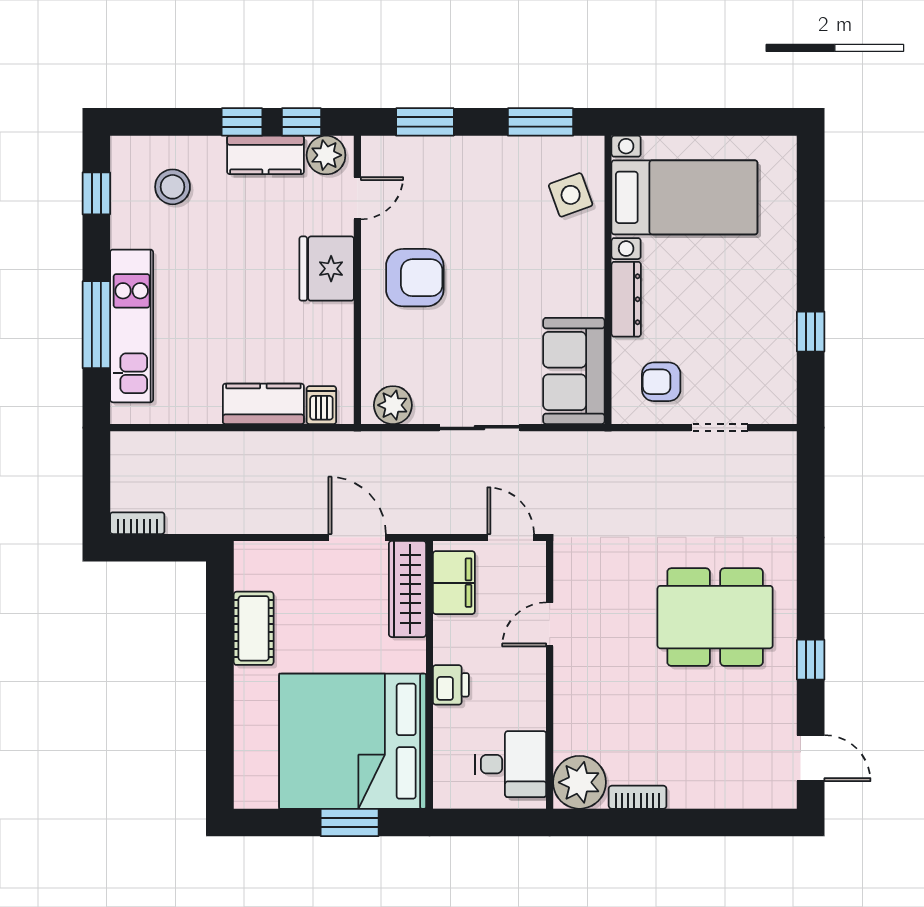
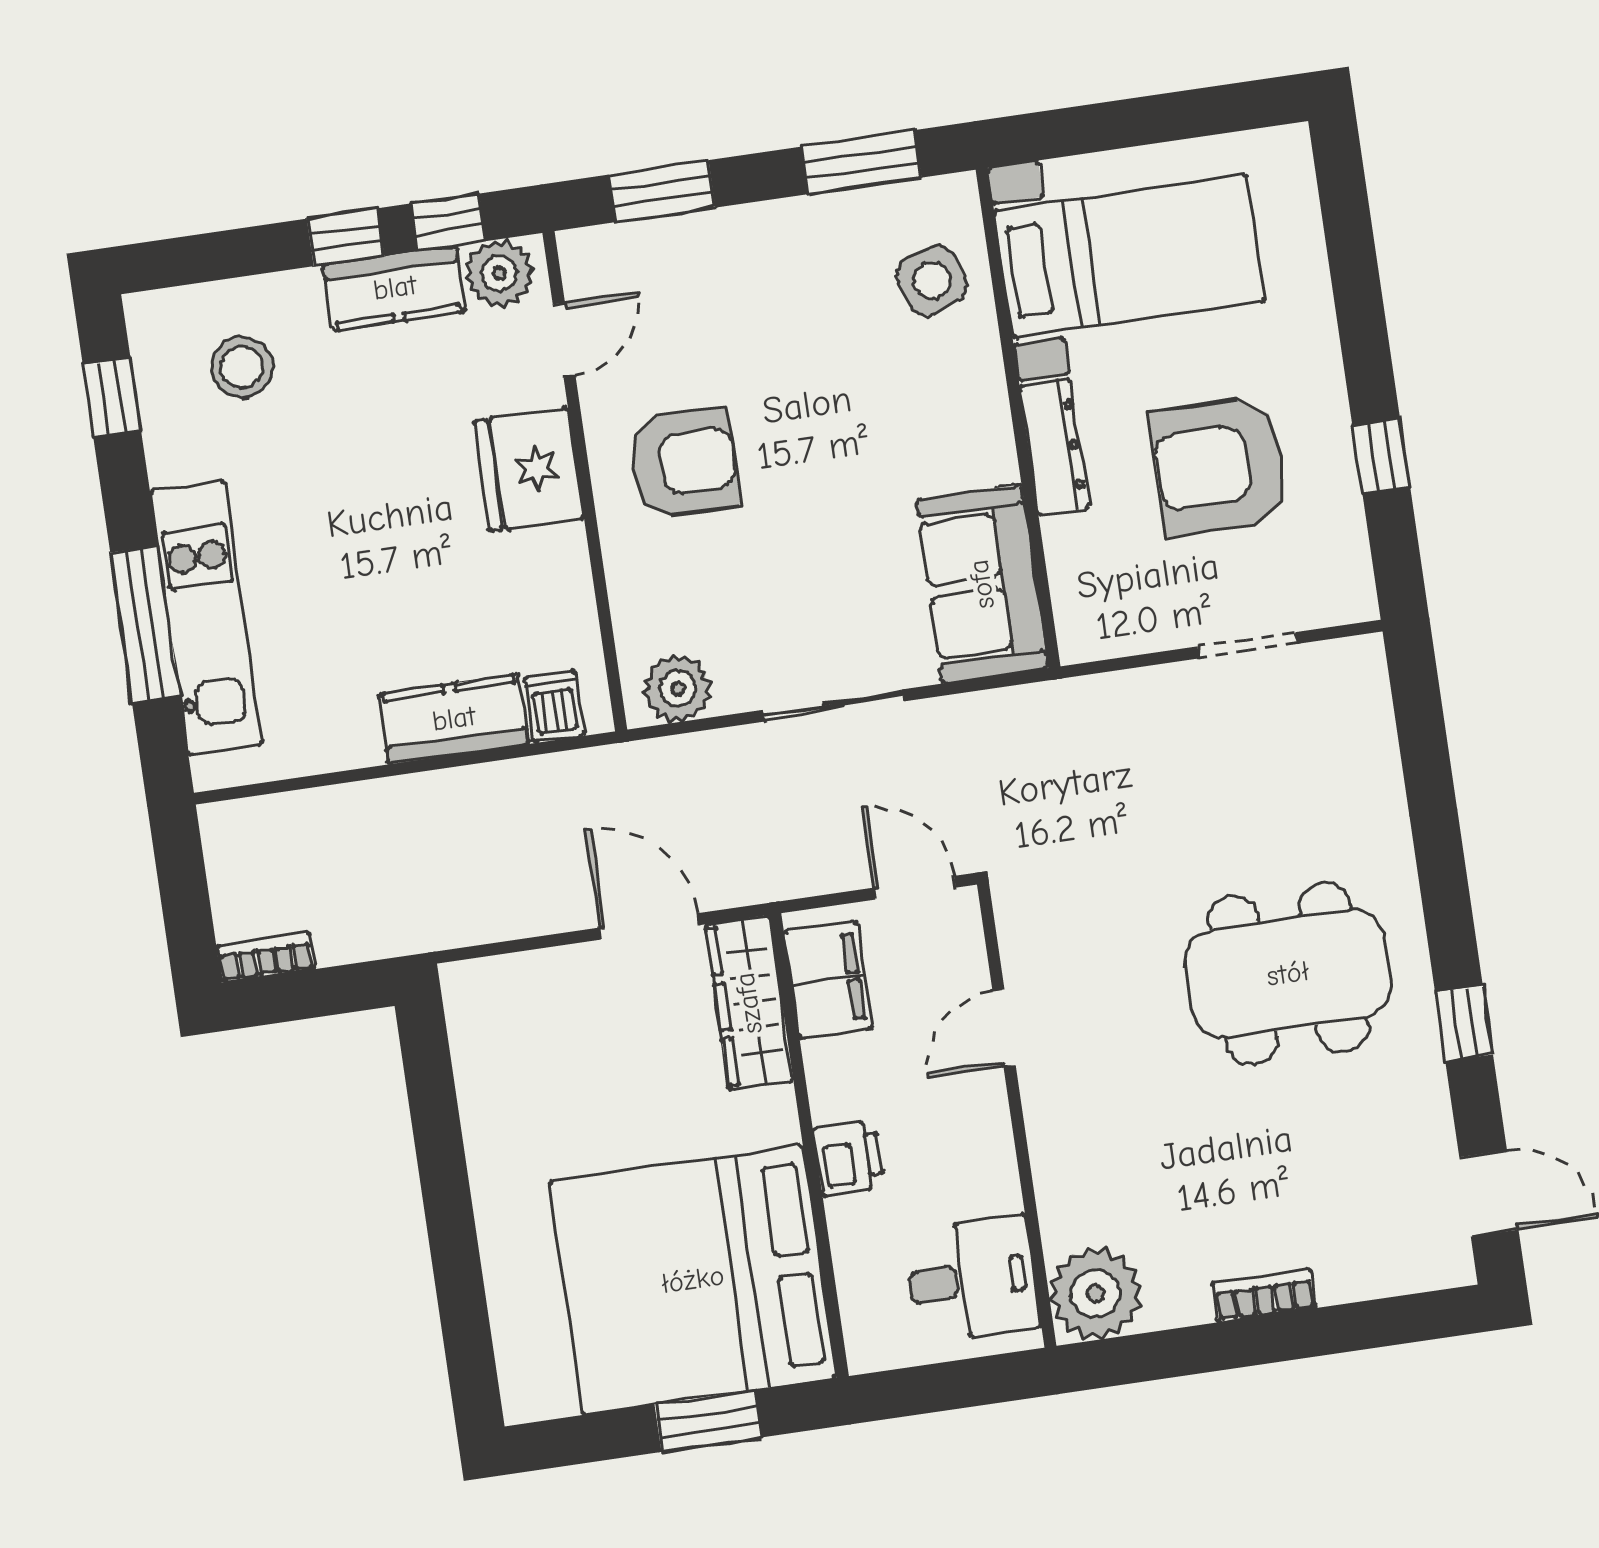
armchair: (661, 382) -> (1220, 466), moved, width x1.88, depth x1.88
cot: (254, 628) -> (493, 1110), removed
bookcase: (638, 797) -> (1264, 1295), moved

